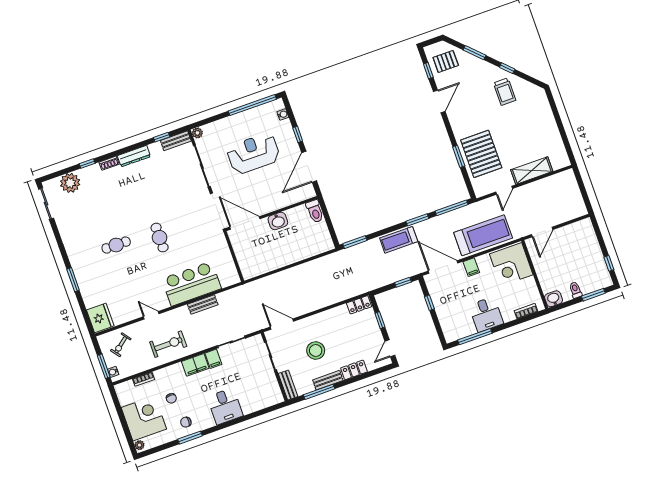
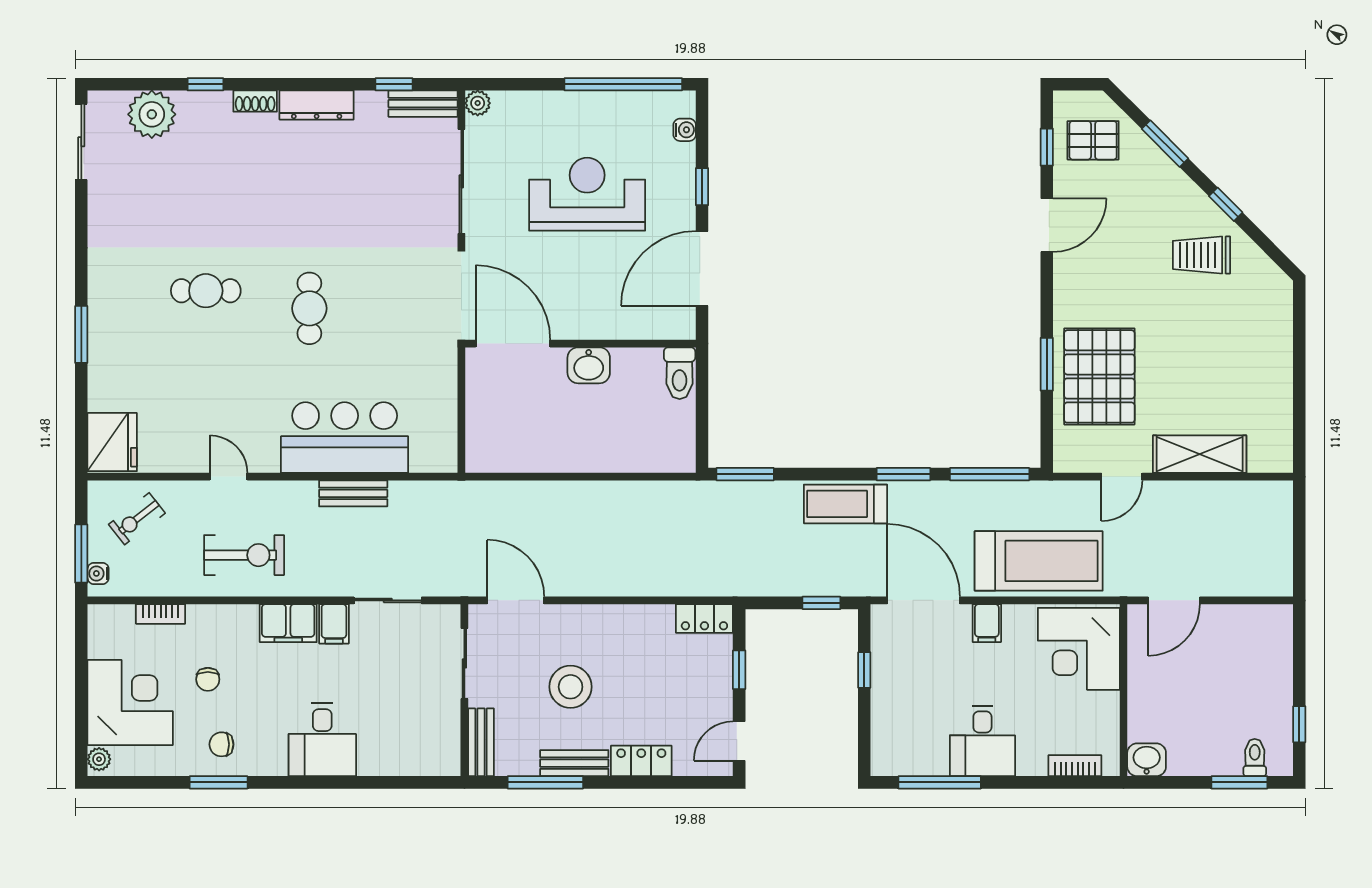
trolley: (505, 92) -> (1202, 255), turned 90
toilet: (575, 290) -> (1255, 758), moved

